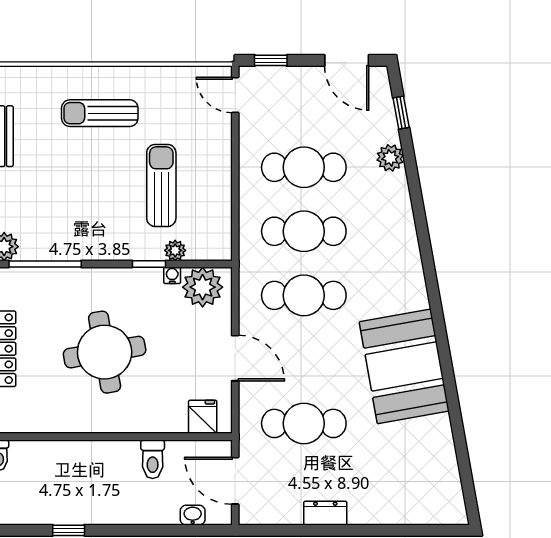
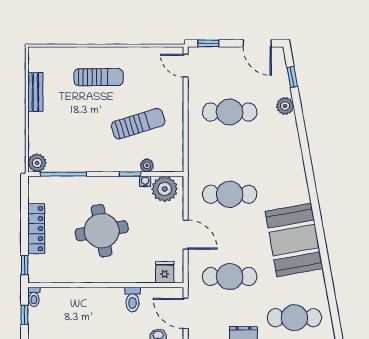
sun lounger: (100, 113) -> (99, 77), turned 180
sun lounger: (161, 185) -> (138, 124), turned 73
cafe table: (304, 231) -> (294, 318), moved

